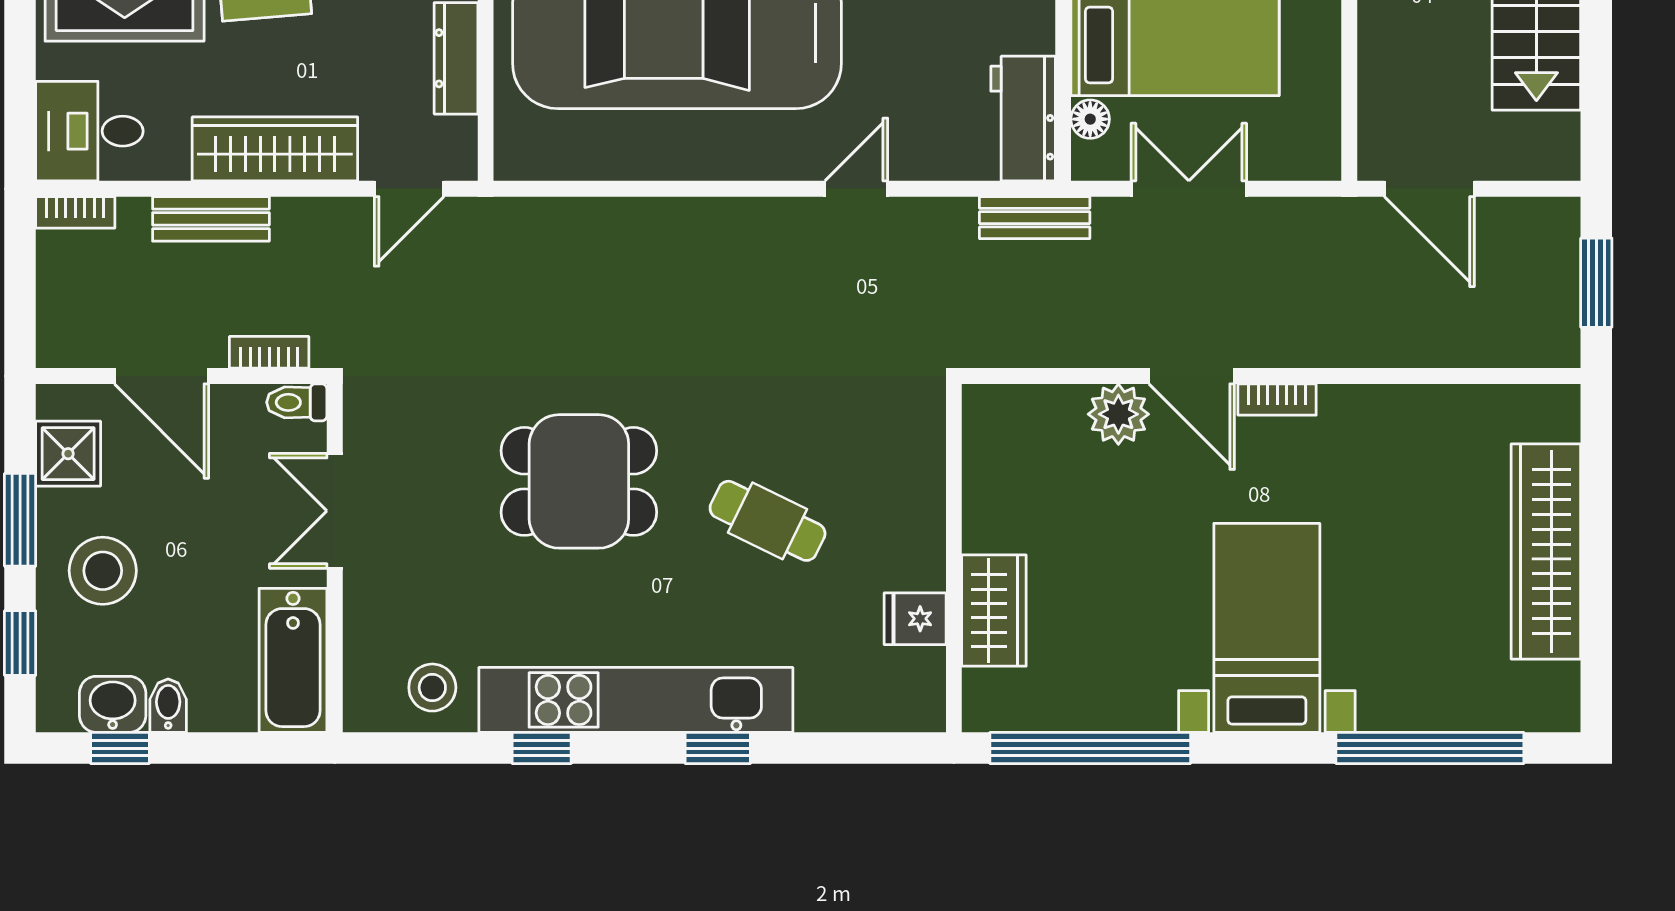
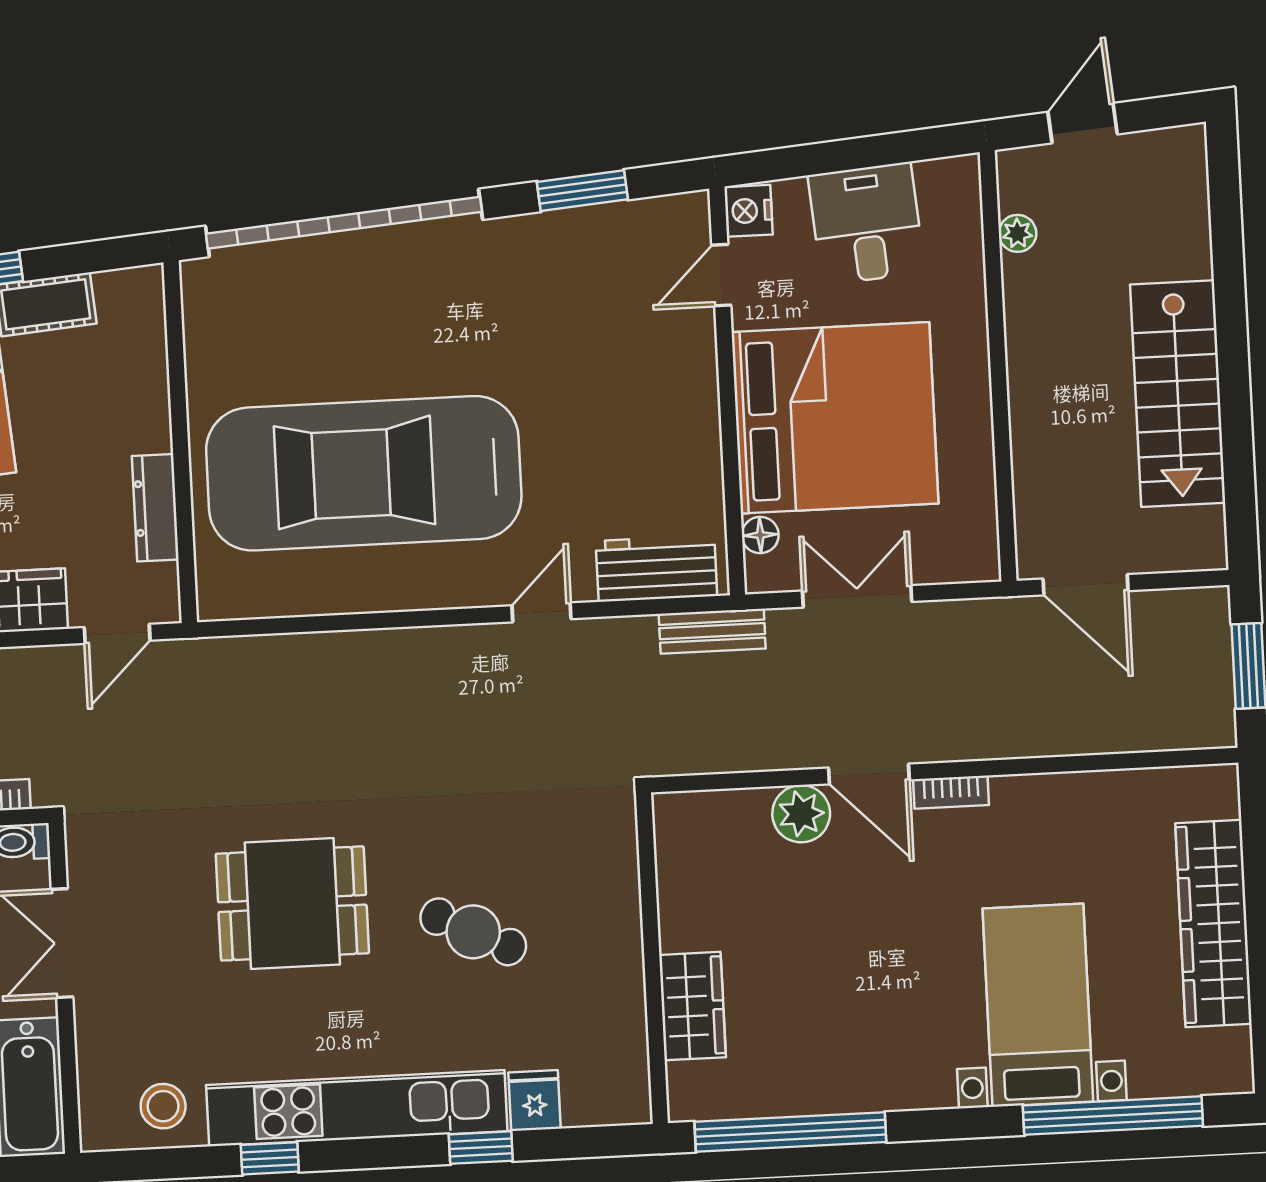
workbench: (1023, 119) -> (656, 568), moved, turned 90
fridge: (915, 619) -> (535, 1101), moved, turned 90
bed with nightstands: (1267, 628) -> (1038, 1005), moved
window: (718, 748) -> (481, 1148), moved

